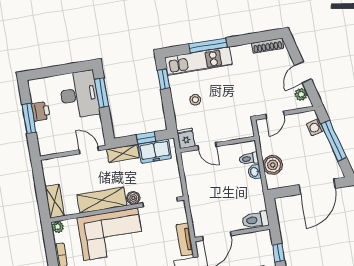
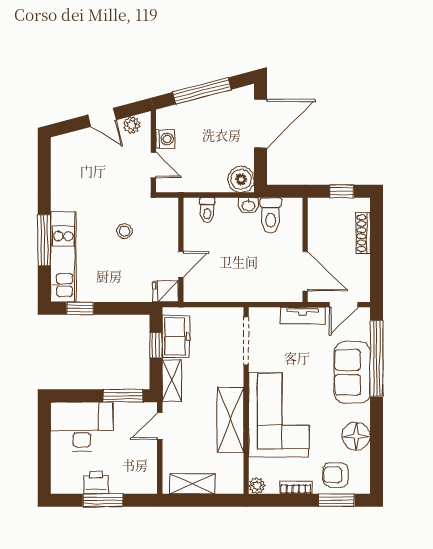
shoe rack: (268, 46) -> (58, 159), removed
window: (102, 93) -> (123, 396), moved
stool: (195, 100) -> (124, 231), moved
washing machine: (315, 127) -> (165, 139), moved, turned -75
boiler: (273, 165) -> (241, 179), moved
washbasin: (255, 172) -> (248, 205), moved
door: (317, 186) -> (261, 124), hinge flipped
boiler: (133, 198) -> (235, 376), removed
shelving: (55, 201) -> (192, 484), moved
toilet: (255, 220) -> (271, 215), moved

